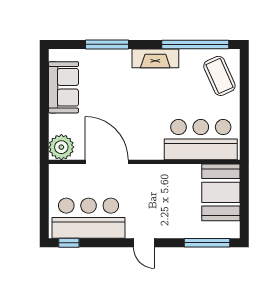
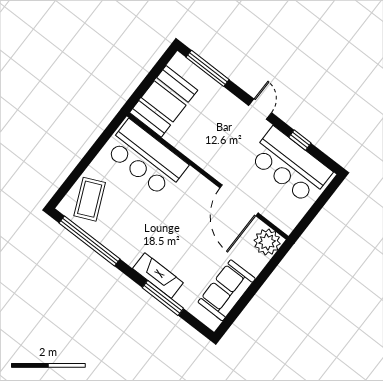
fireplace: (155, 58) -> (158, 276), moved
window: (69, 243) -> (300, 140), moved

